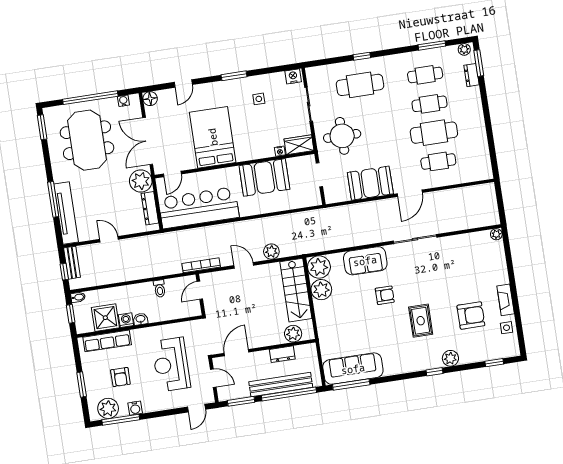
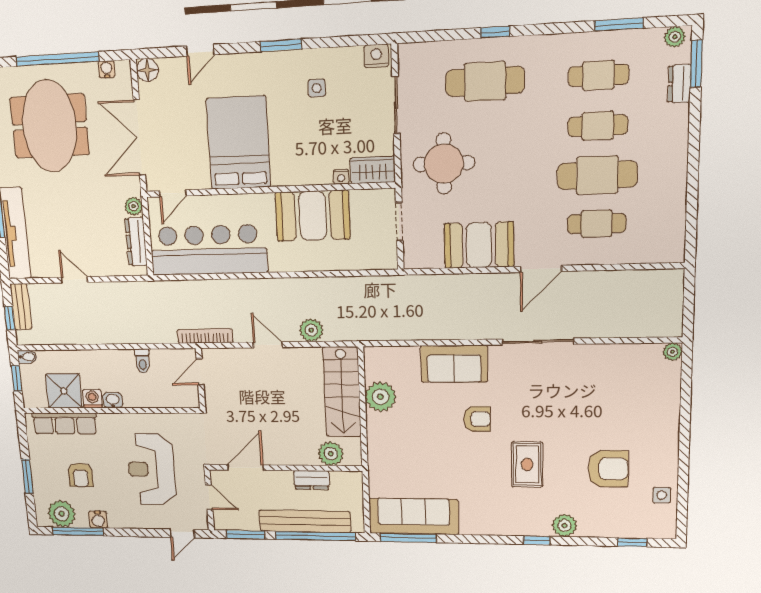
plant: (141, 181) -> (134, 206), width x0.53, depth x0.53
plant: (319, 267) -> (381, 363), removed
fireplace: (506, 300) -> (668, 454), removed

